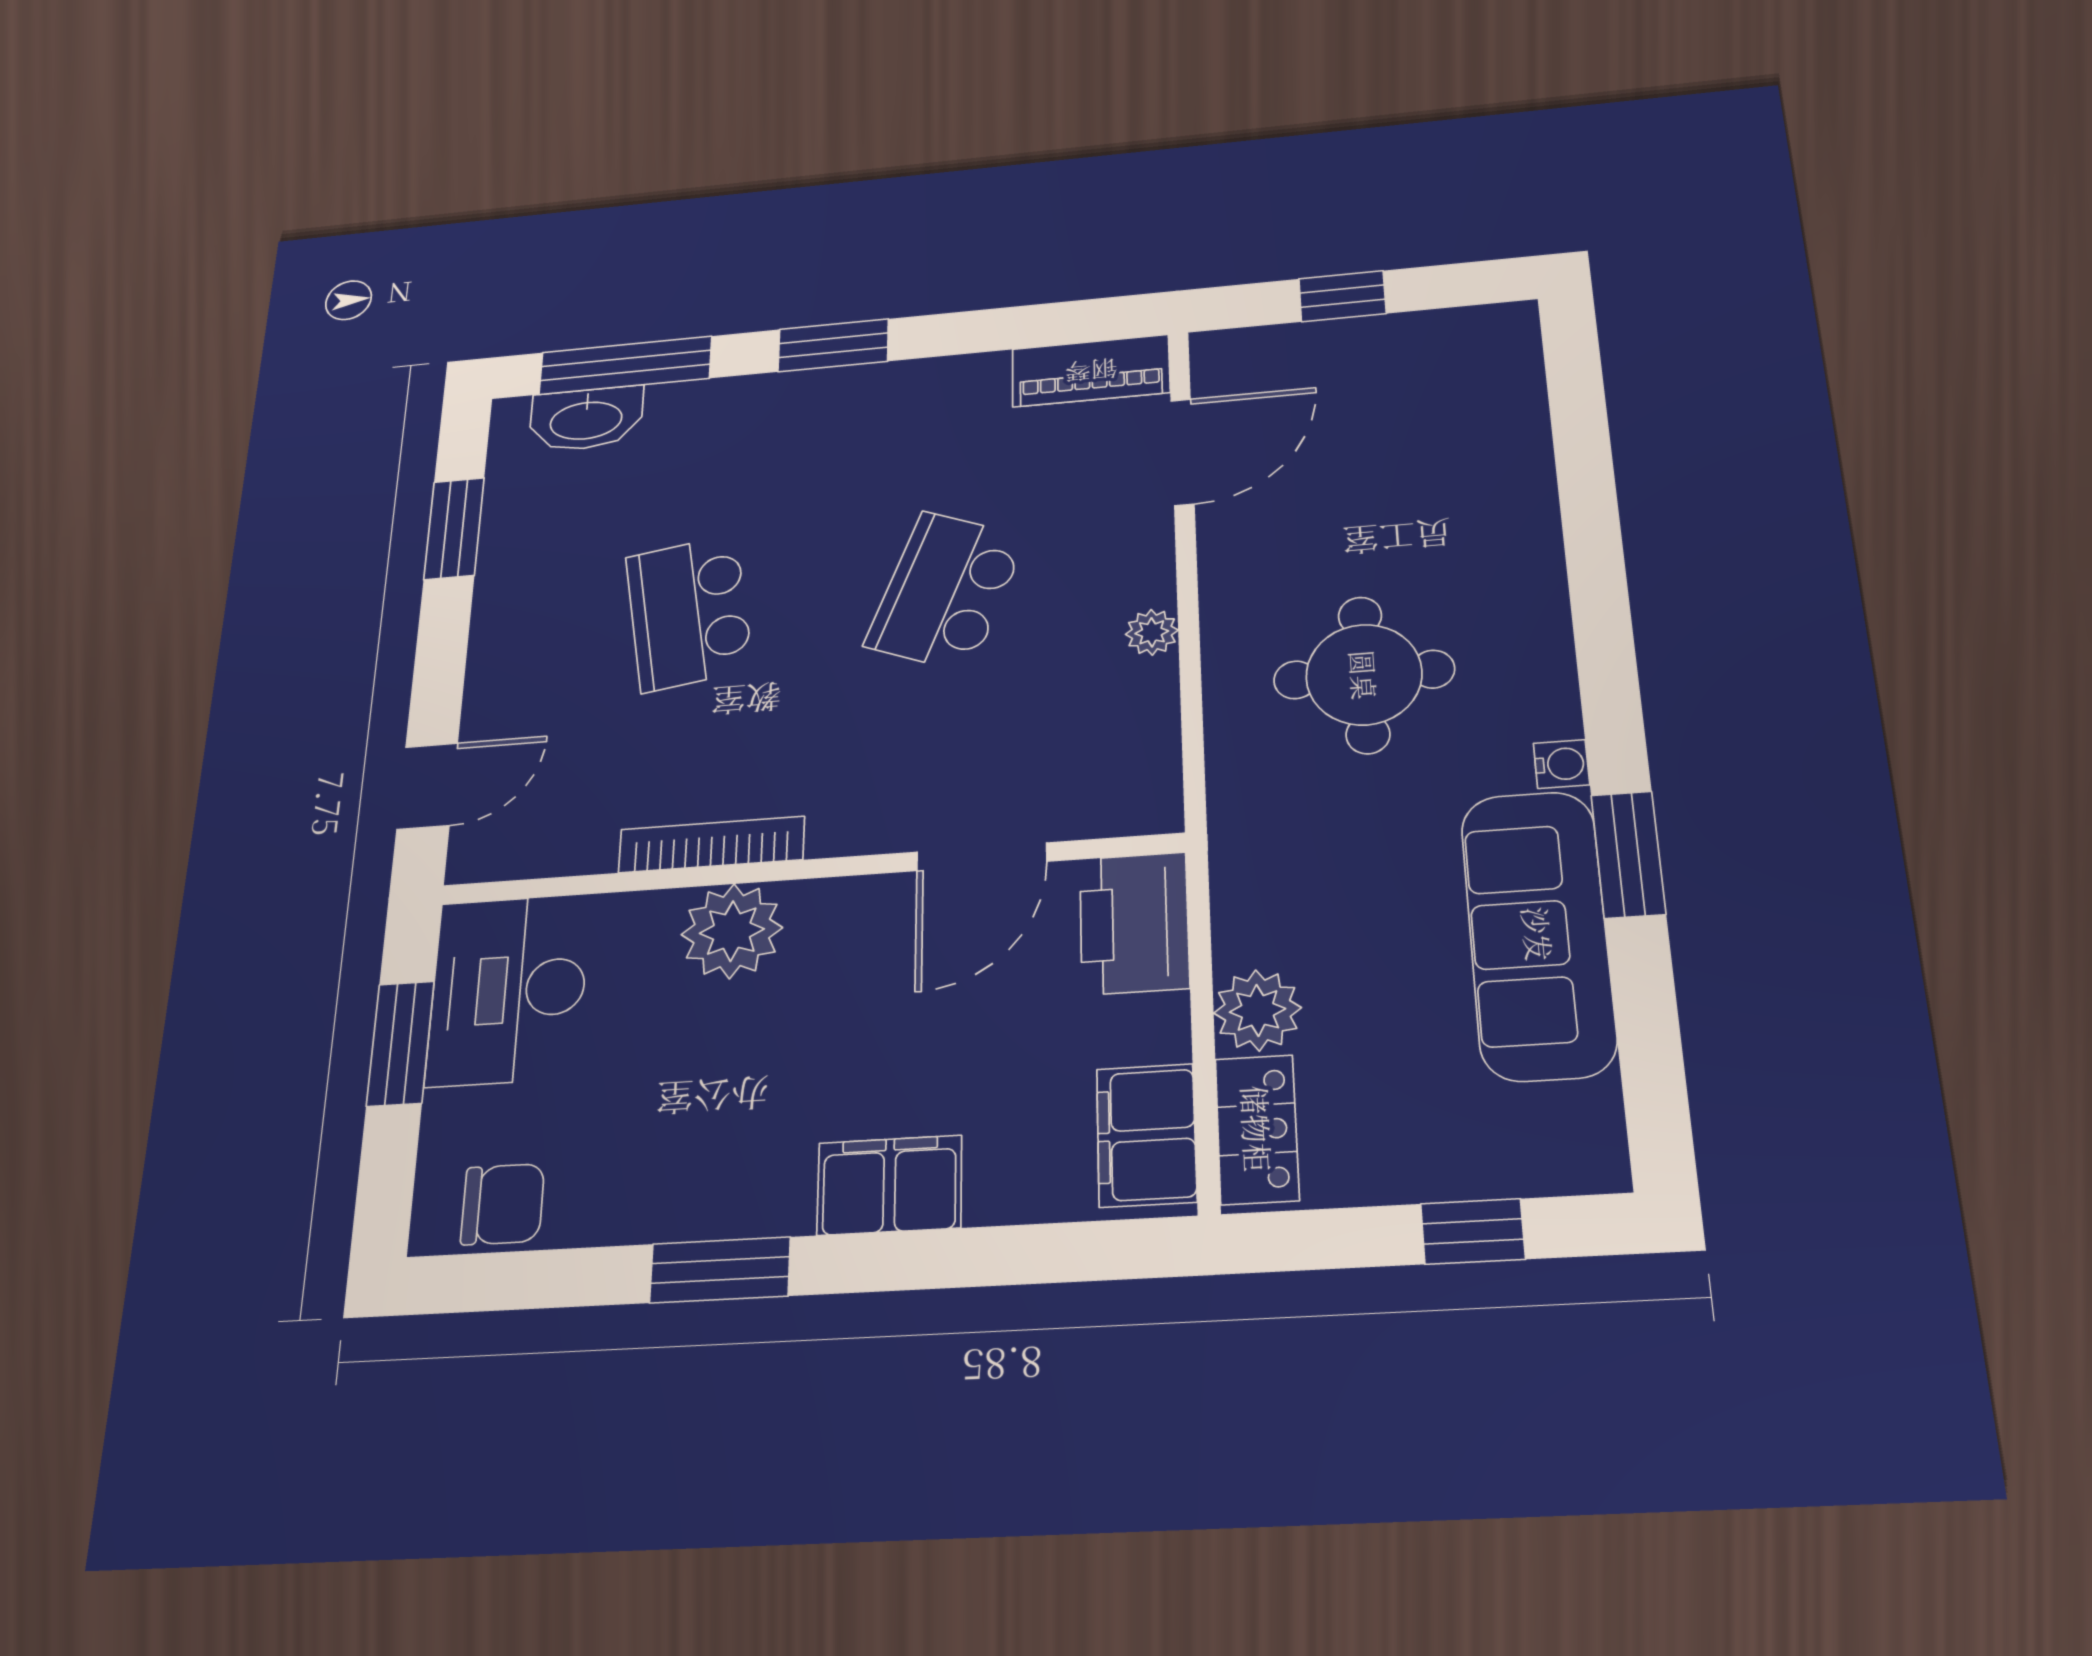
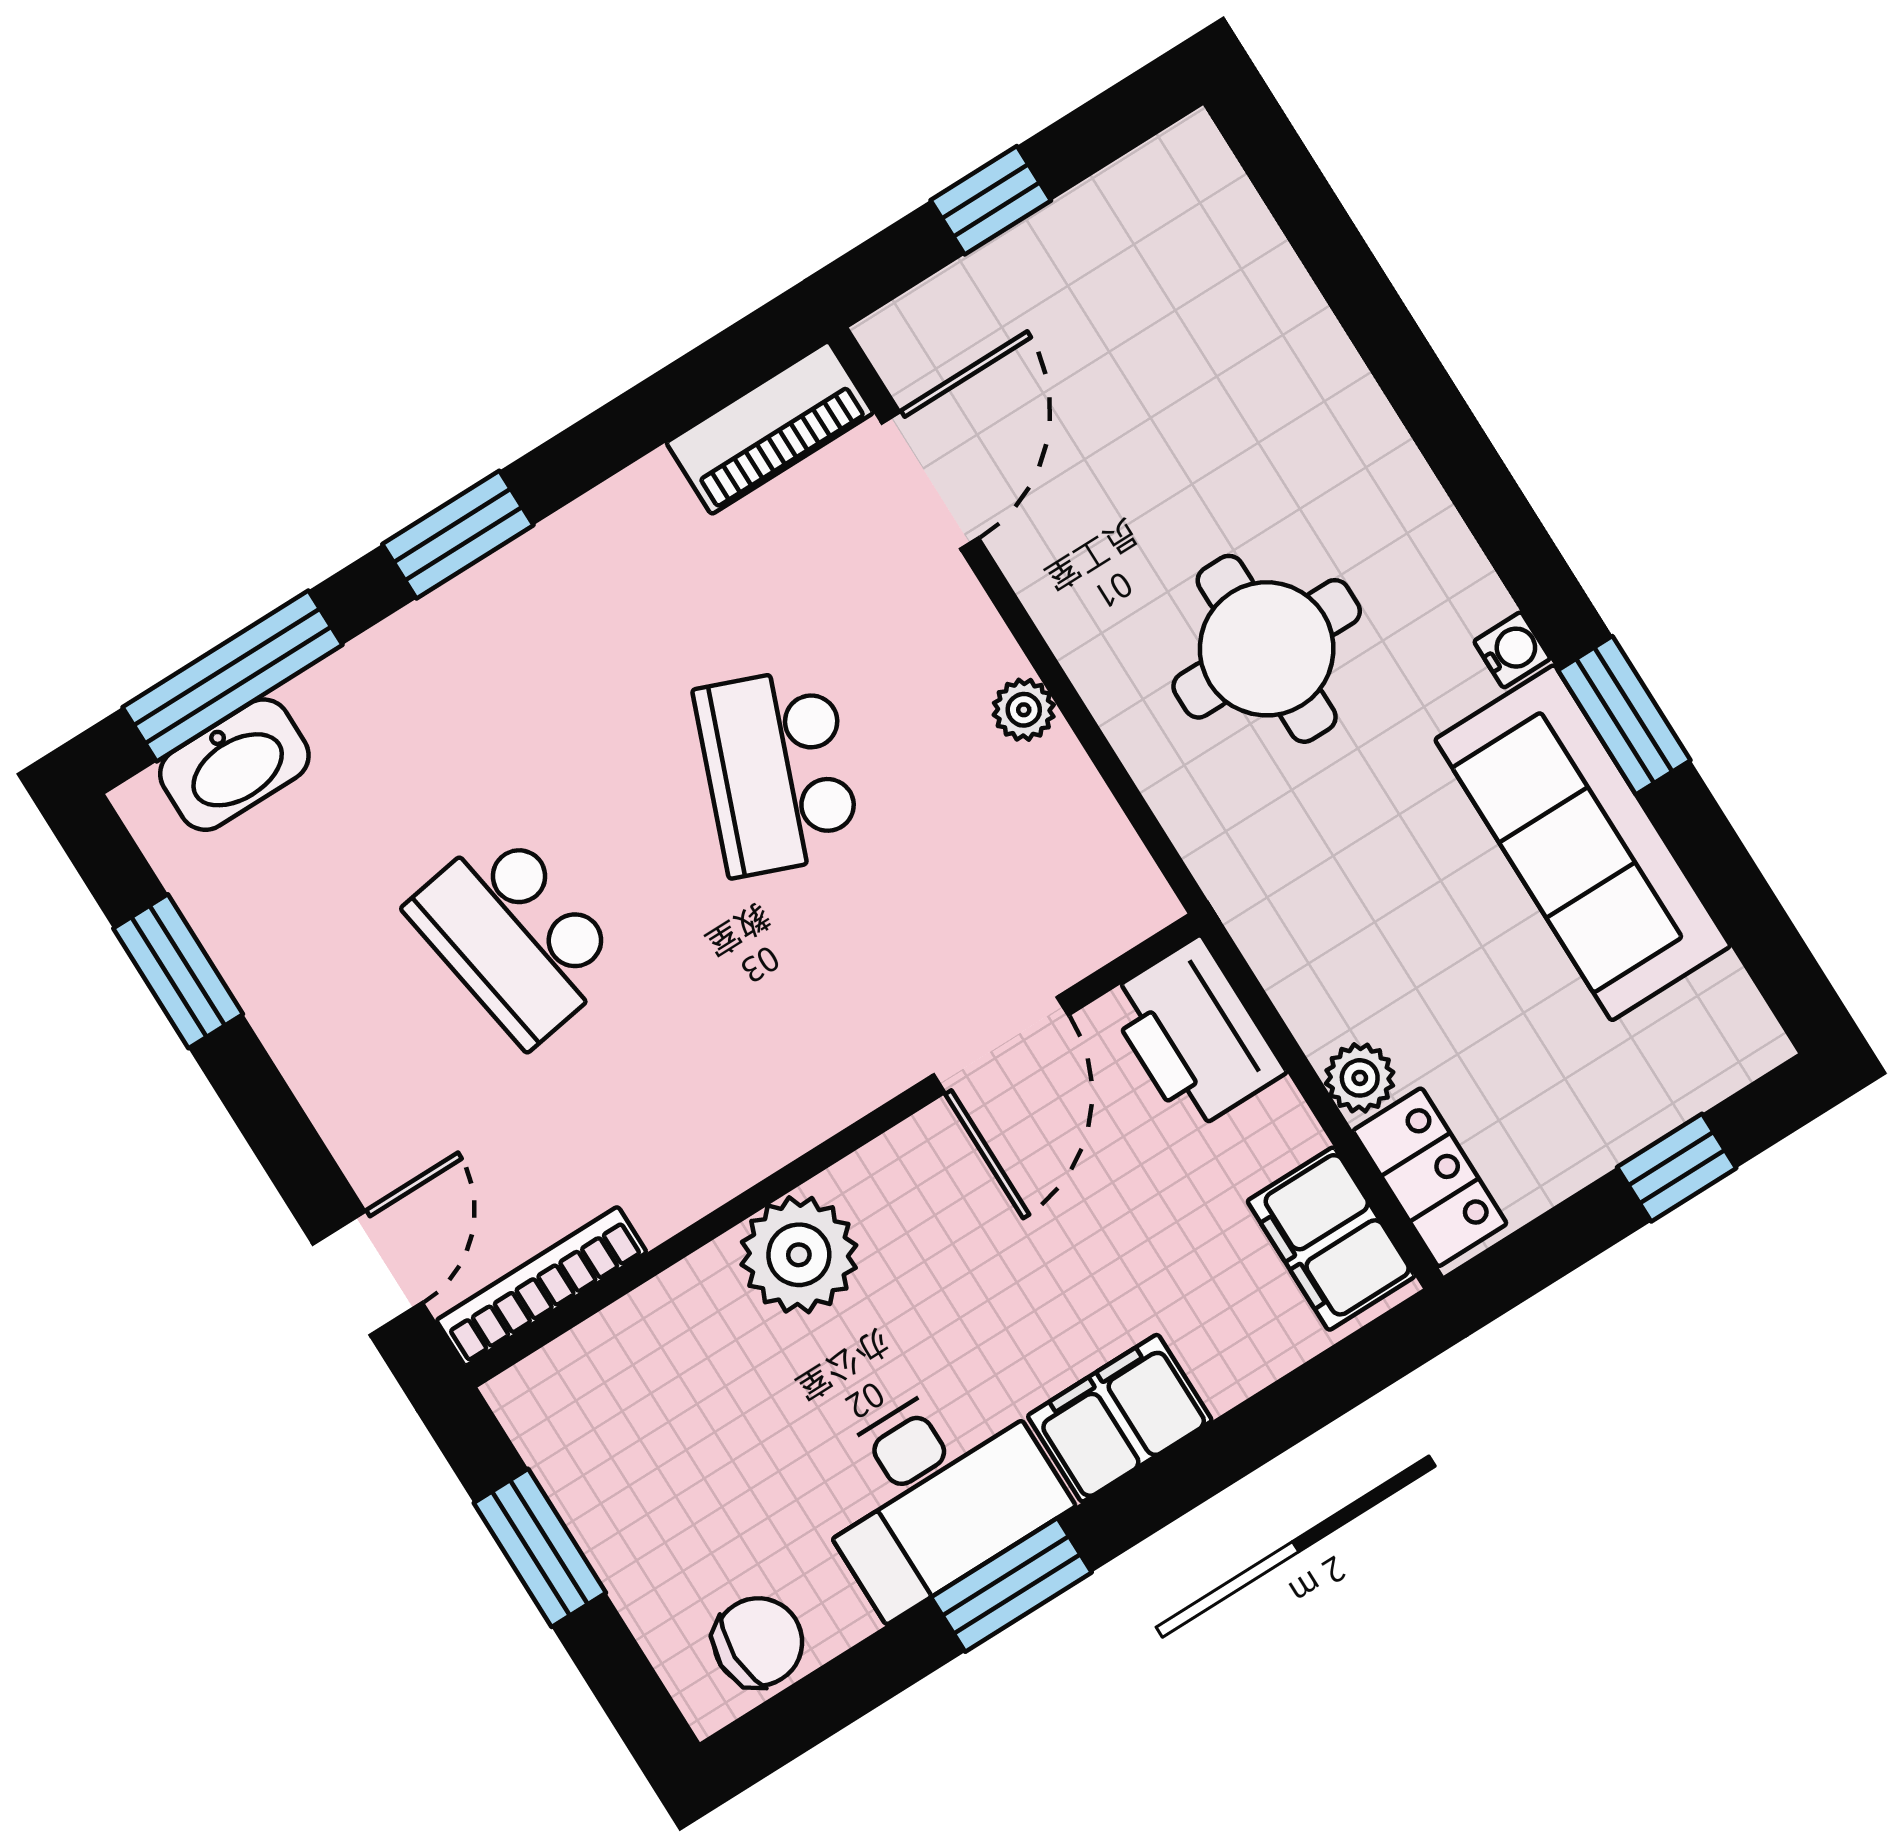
bookcase: (711, 845) -> (542, 1286), moved
desk: (508, 990) -> (935, 1491), moved, turned -90
plant: (1258, 1010) -> (1360, 1078), width x0.73, depth x0.73

